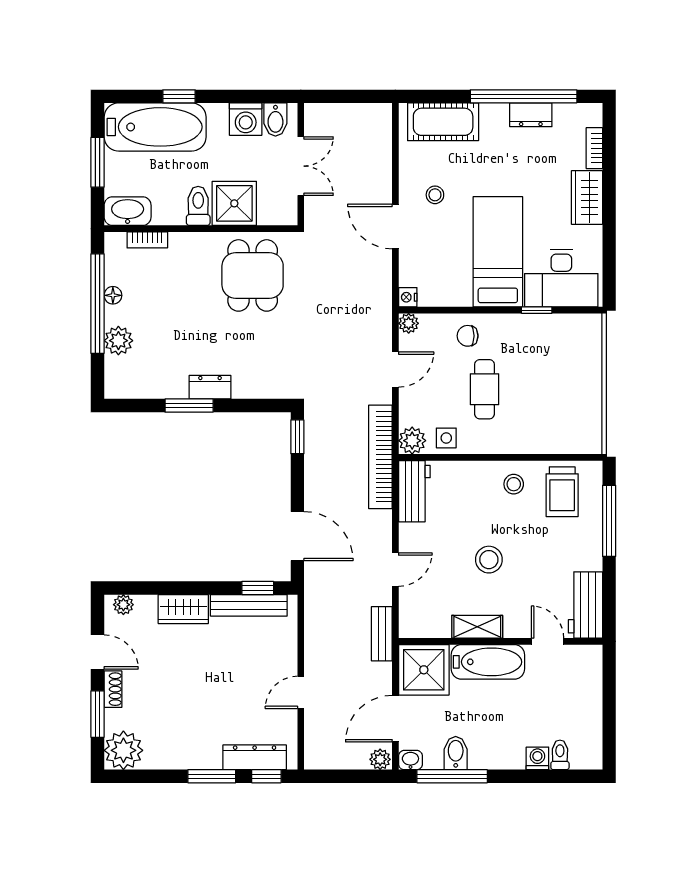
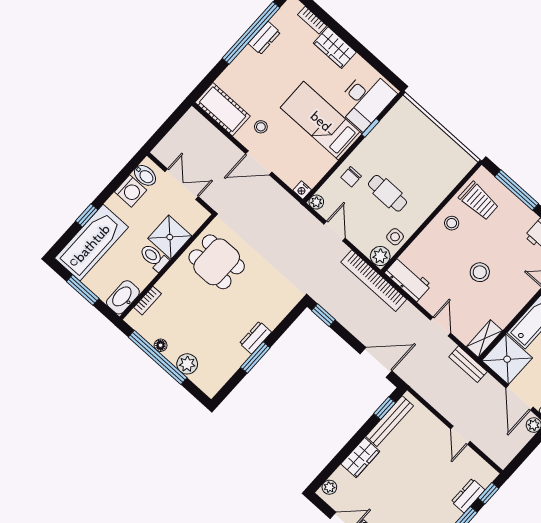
cot: (443, 122) -> (223, 109), moved, turned 90
shelving: (477, 627) -> (484, 339), moved
dresser: (255, 757) -> (468, 496), width x0.70

